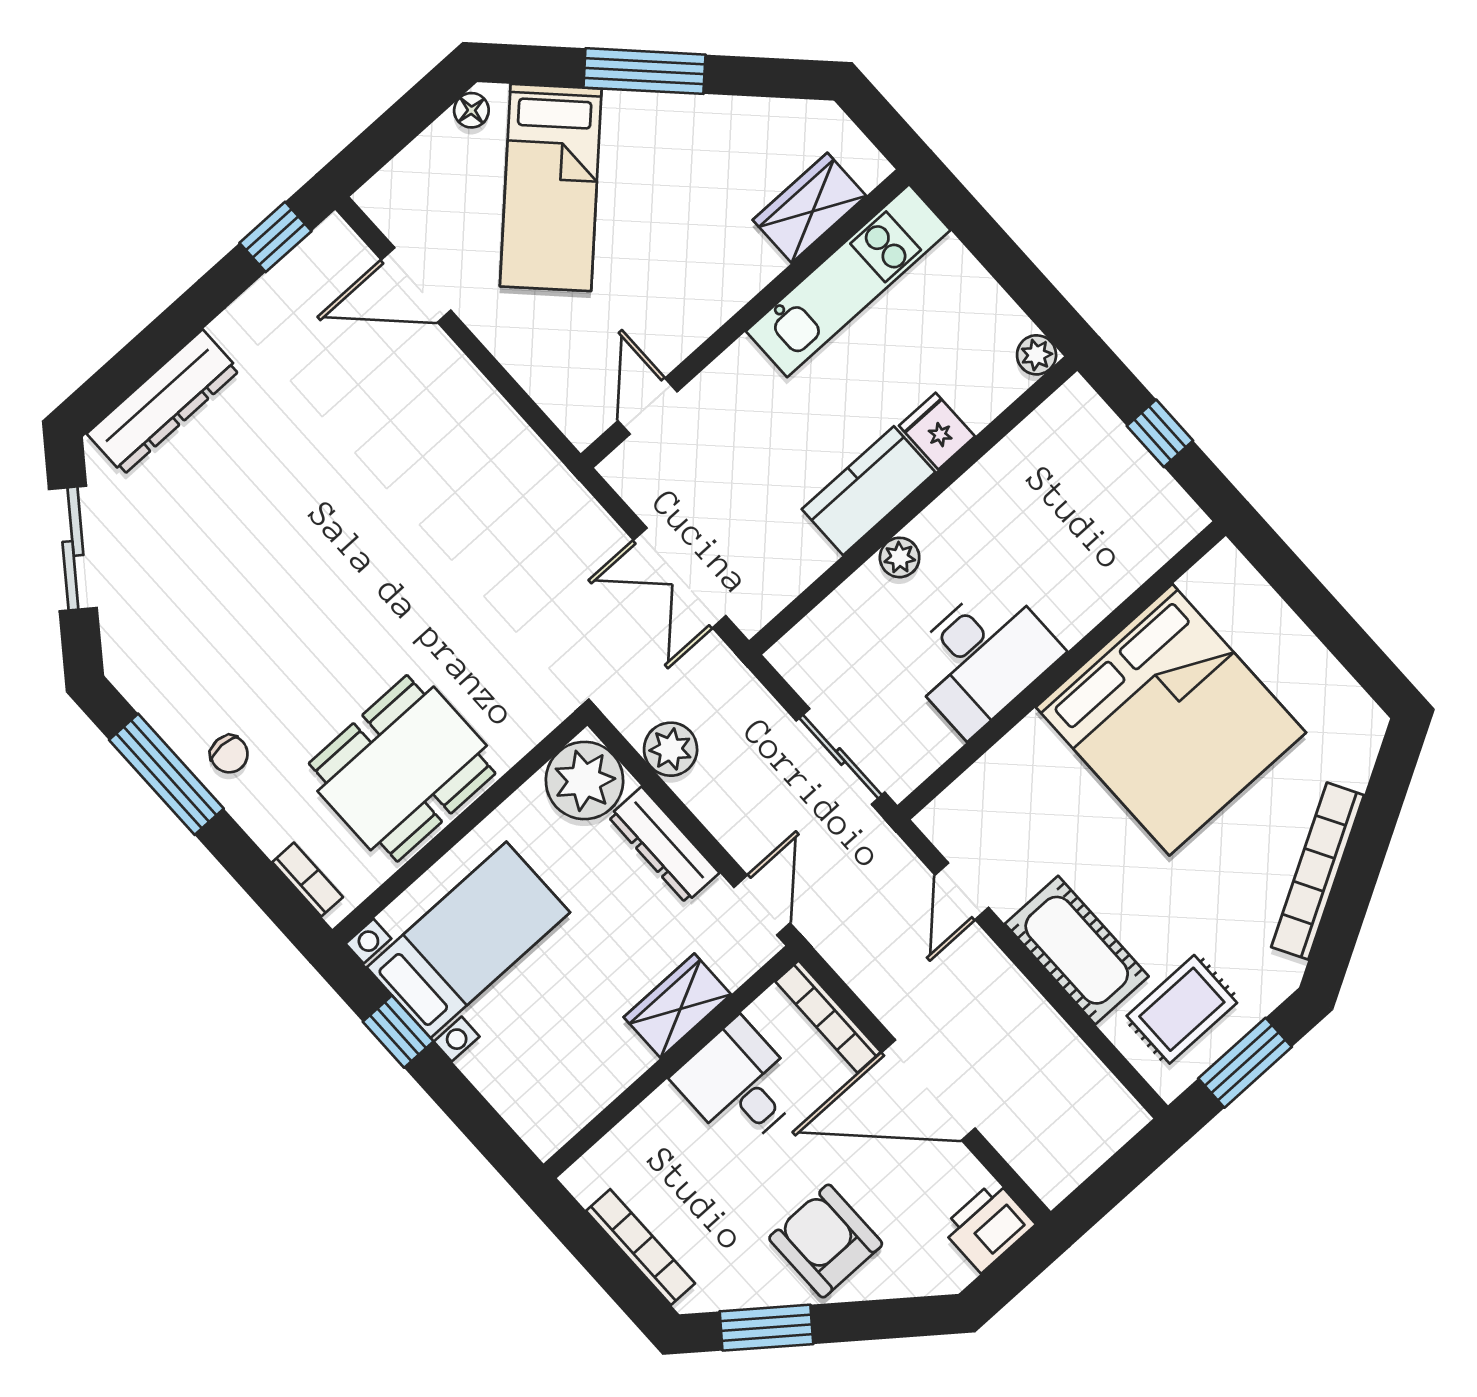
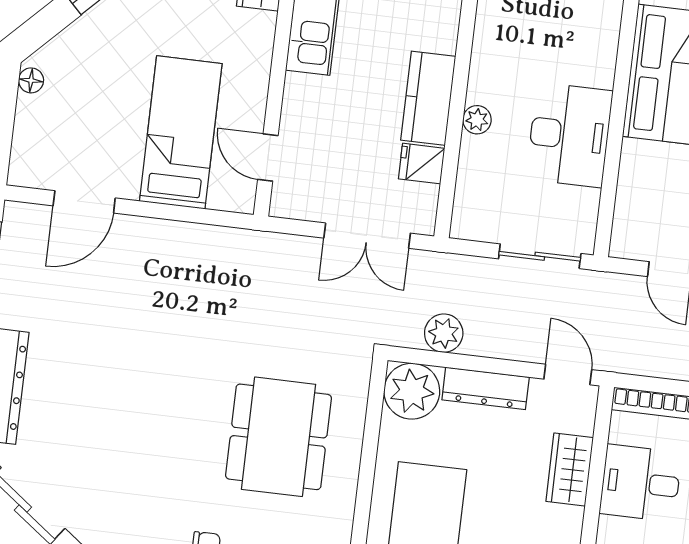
bed: (551, 187) -> (181, 132), moved, turned -135
fridge: (937, 431) -> (422, 164), moved
dining table: (402, 768) -> (279, 437), moved

